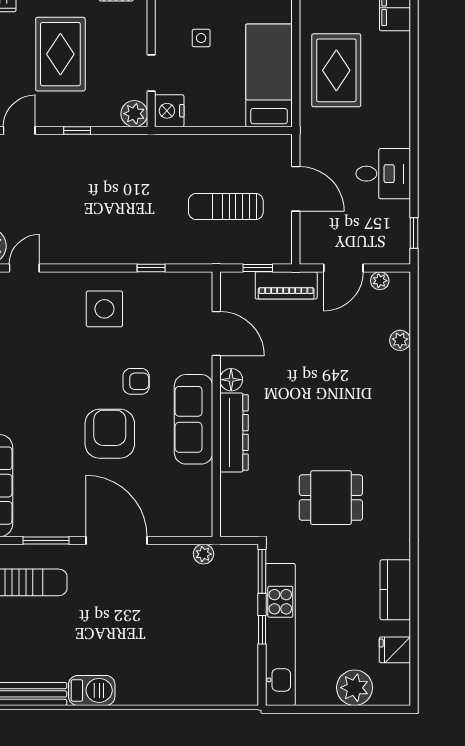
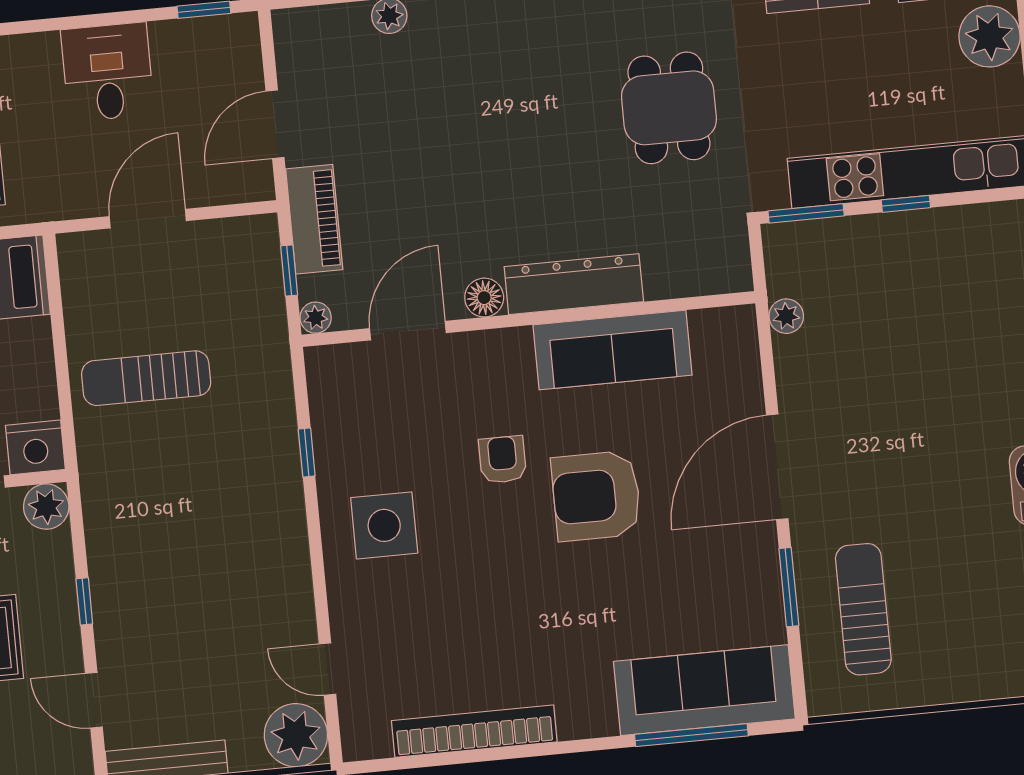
sun lounger: (226, 206) -> (146, 378), moved, turned 90
door: (343, 268) -> (275, 124), swing flipped
plant: (380, 281) -> (316, 318), moved
sofa: (194, 419) -> (613, 350), moved

